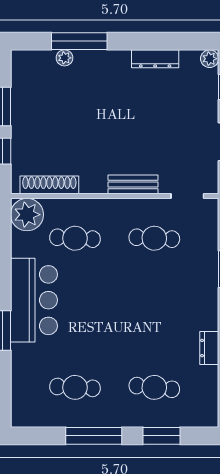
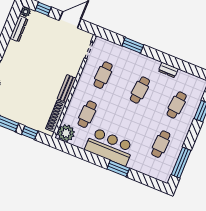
dresser: (155, 59) -> (19, 29), moved
bench: (133, 184) -> (67, 89), moved
cafe table: (154, 313) -> (140, 90), added
window: (94, 436) -> (181, 163), moved

